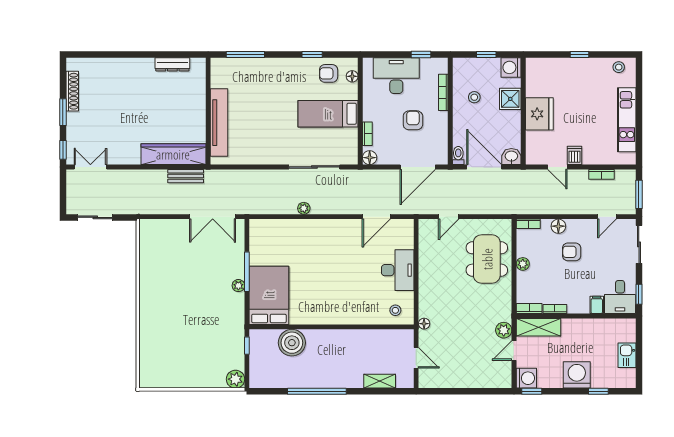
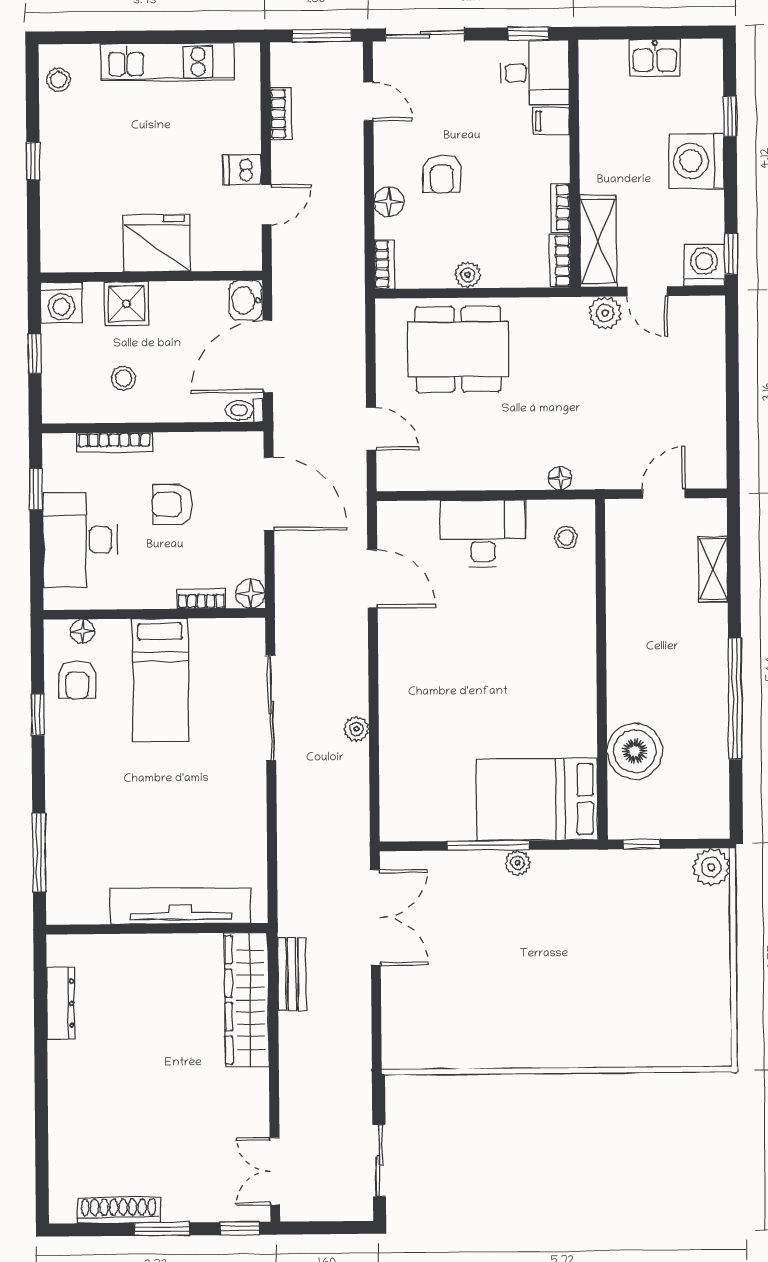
floor lamp: (424, 324) -> (560, 478), moved

